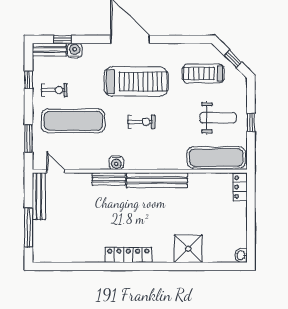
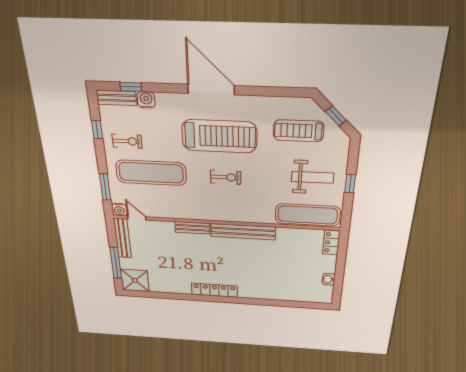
water cooler: (116, 163) -> (119, 210), moved
shower: (188, 249) -> (135, 280), moved
washbasin: (241, 255) -> (329, 279), moved

